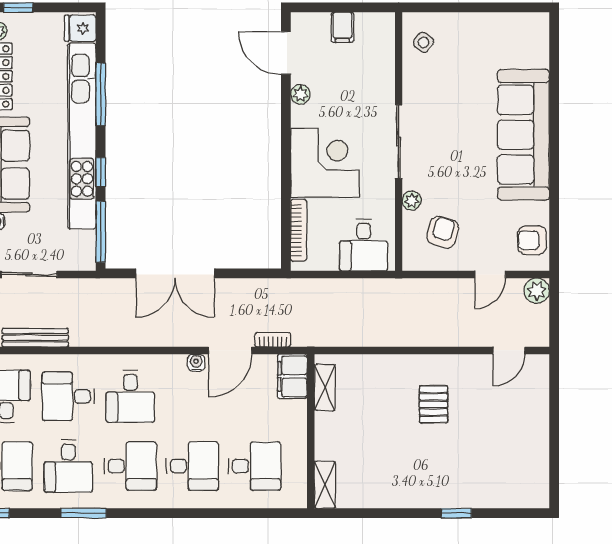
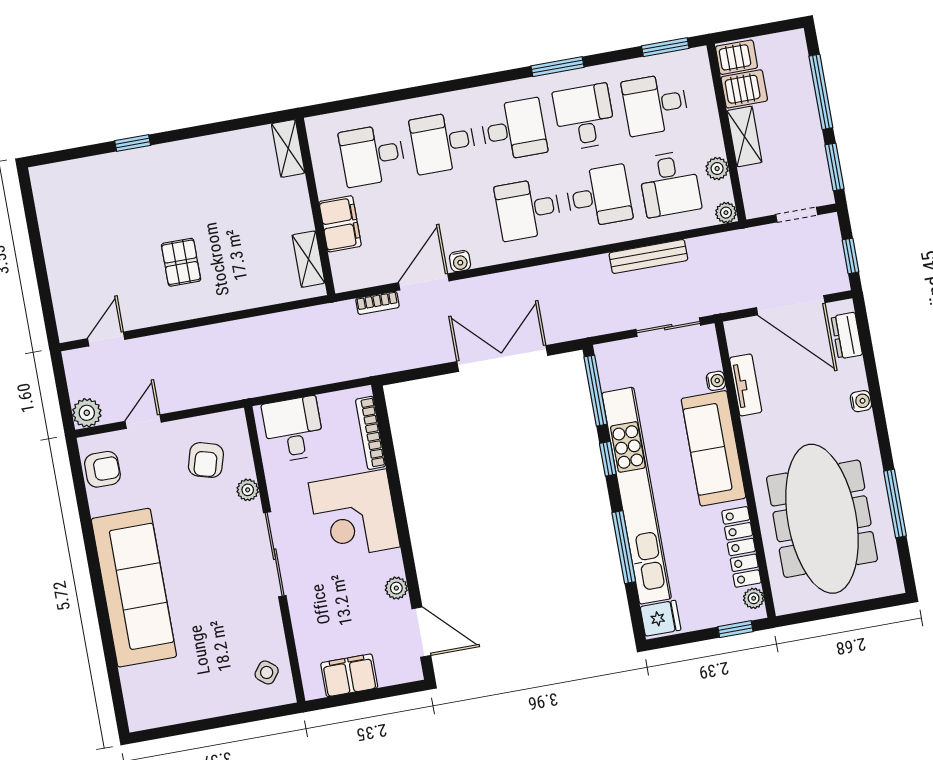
filing cabinet: (342, 27) -> (349, 675), width x2.00
filing cabinet: (292, 376) -> (340, 224), moved
desk: (130, 396) -> (528, 209), turned -90
desk: (130, 466) -> (514, 130), turned 180

